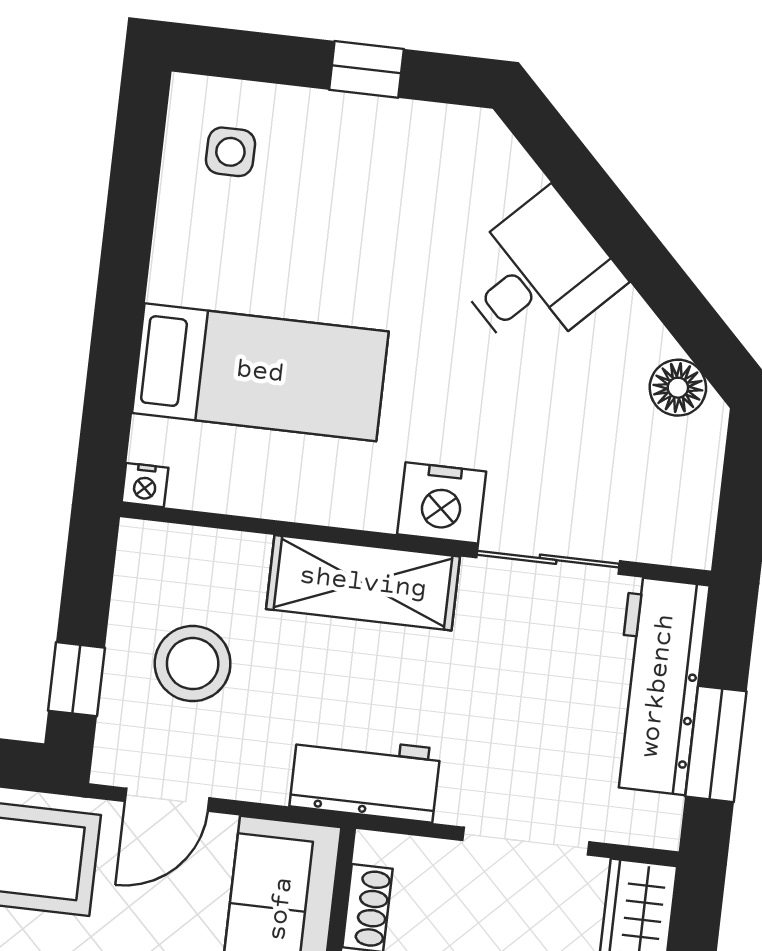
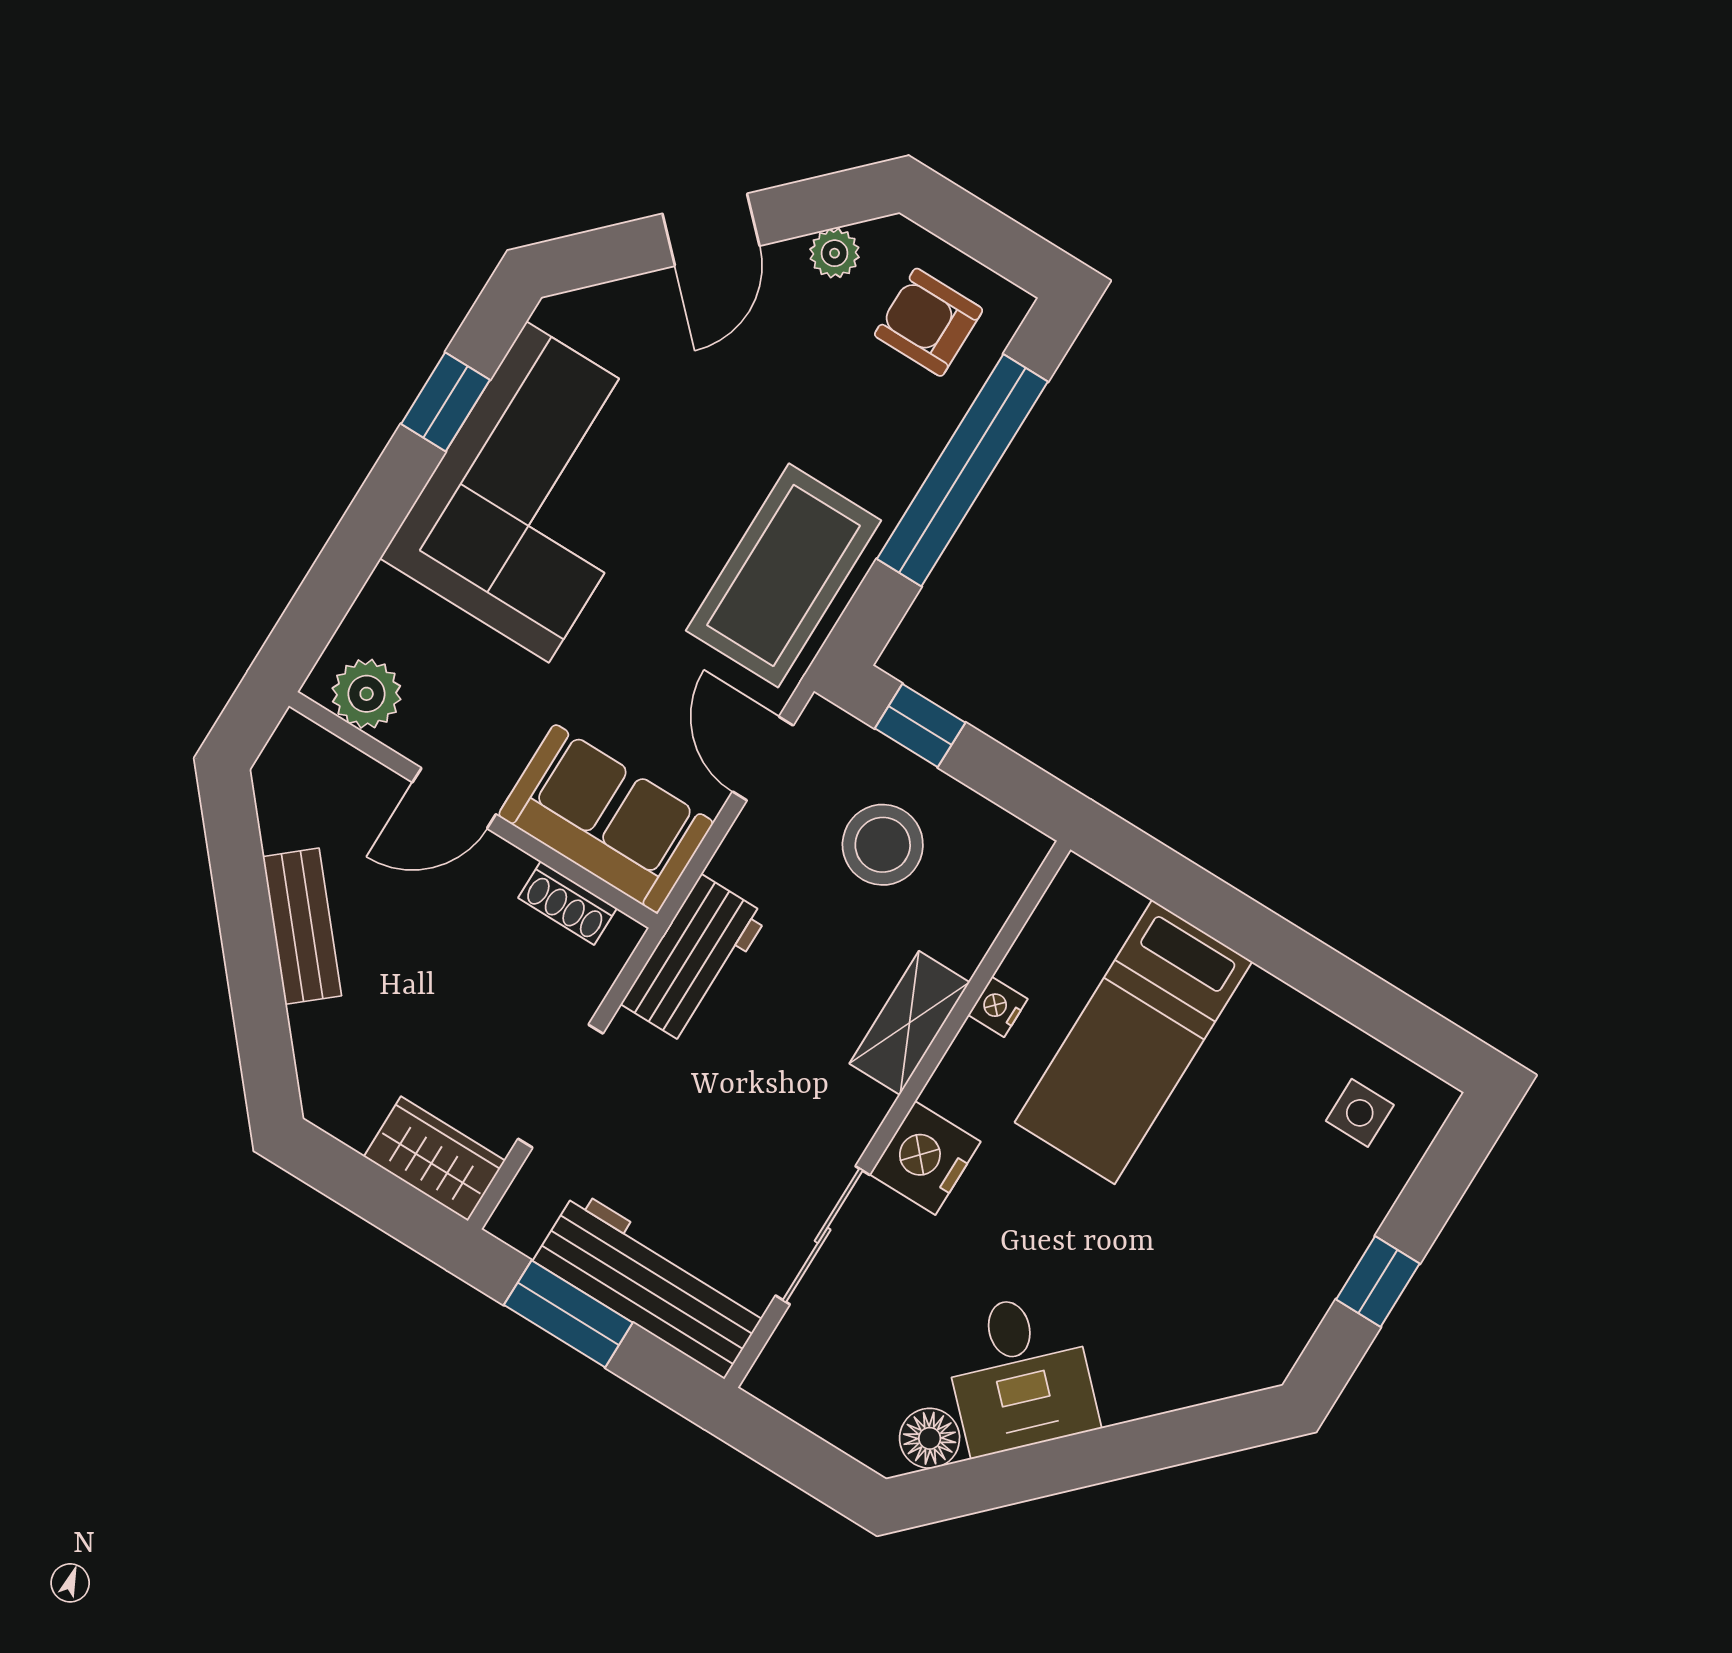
desk: (537, 275) -> (1020, 1373), moved
nightstand: (145, 485) -> (998, 1007), moved
shelving: (363, 583) -> (909, 1023), width x0.67, depth x0.75

